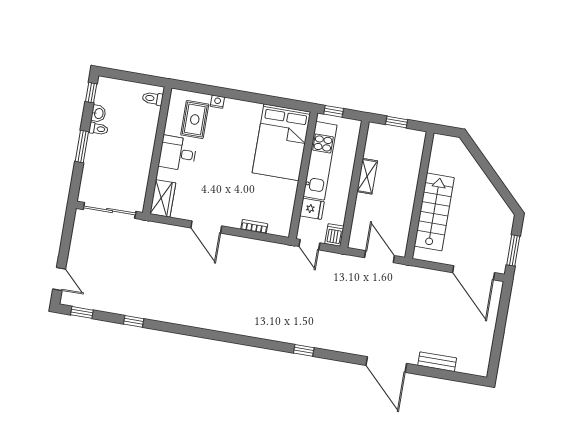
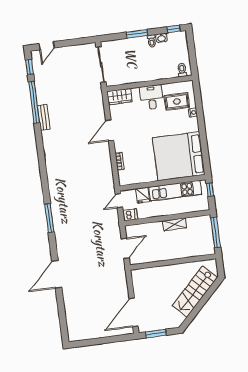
window: (397, 122) -> (216, 232), width x2.17
bed: (281, 142) -> (179, 156), width x1.36
stairs: (434, 212) -> (195, 292), moved, turned 135
window: (134, 321) -> (34, 102), width x3.17
window: (304, 350) -> (49, 218), width x2.17
bench: (437, 362) -> (44, 117), moved

